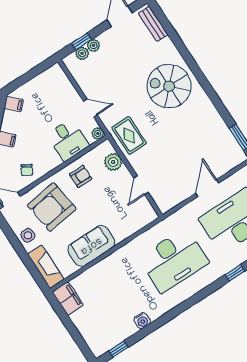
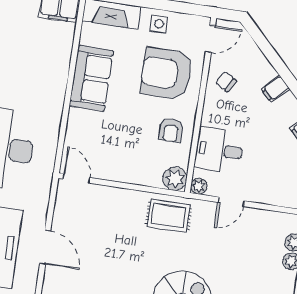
plant: (113, 162) -> (175, 179), moved
door: (141, 185) -> (76, 178), moved
armchair: (52, 207) -> (166, 74), turned -82

